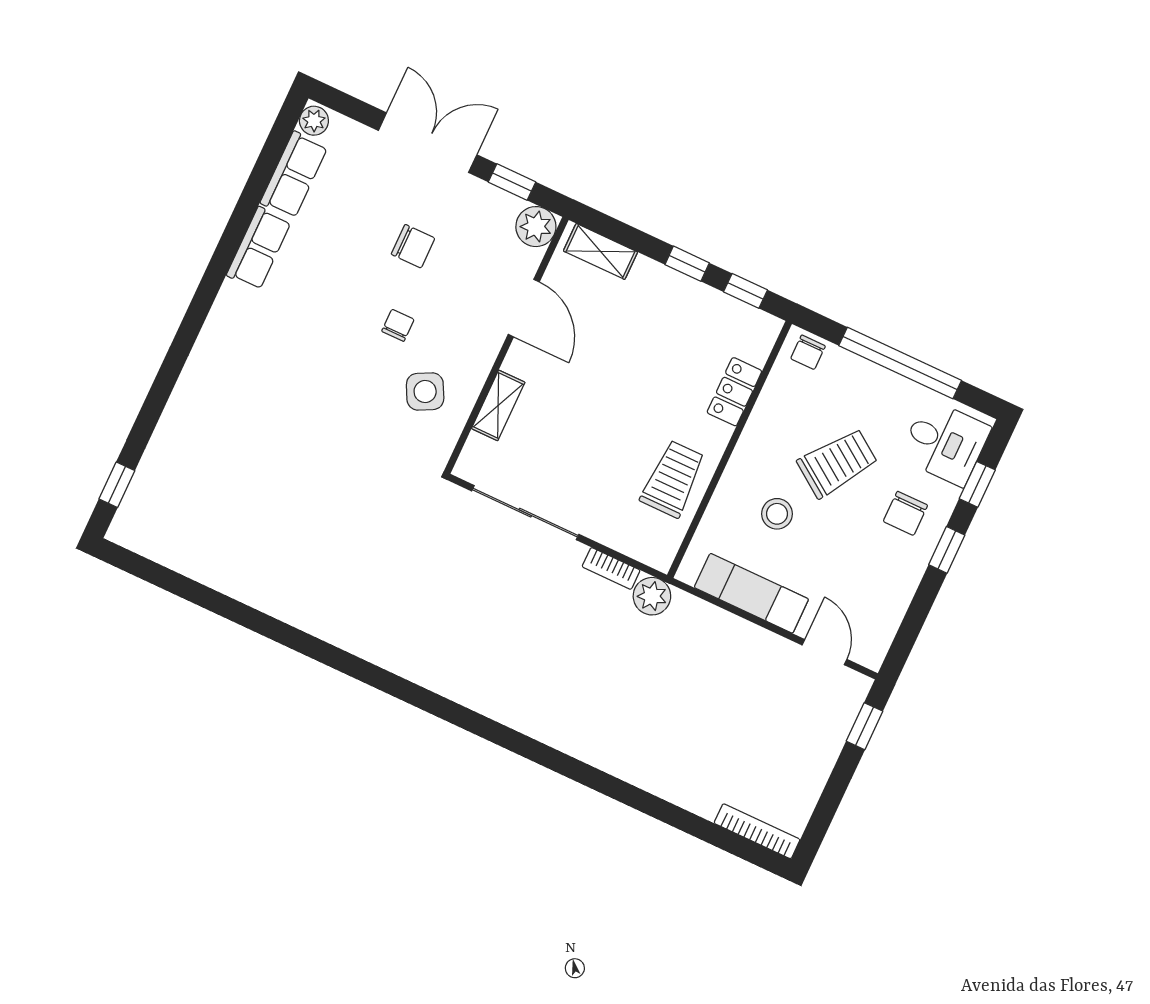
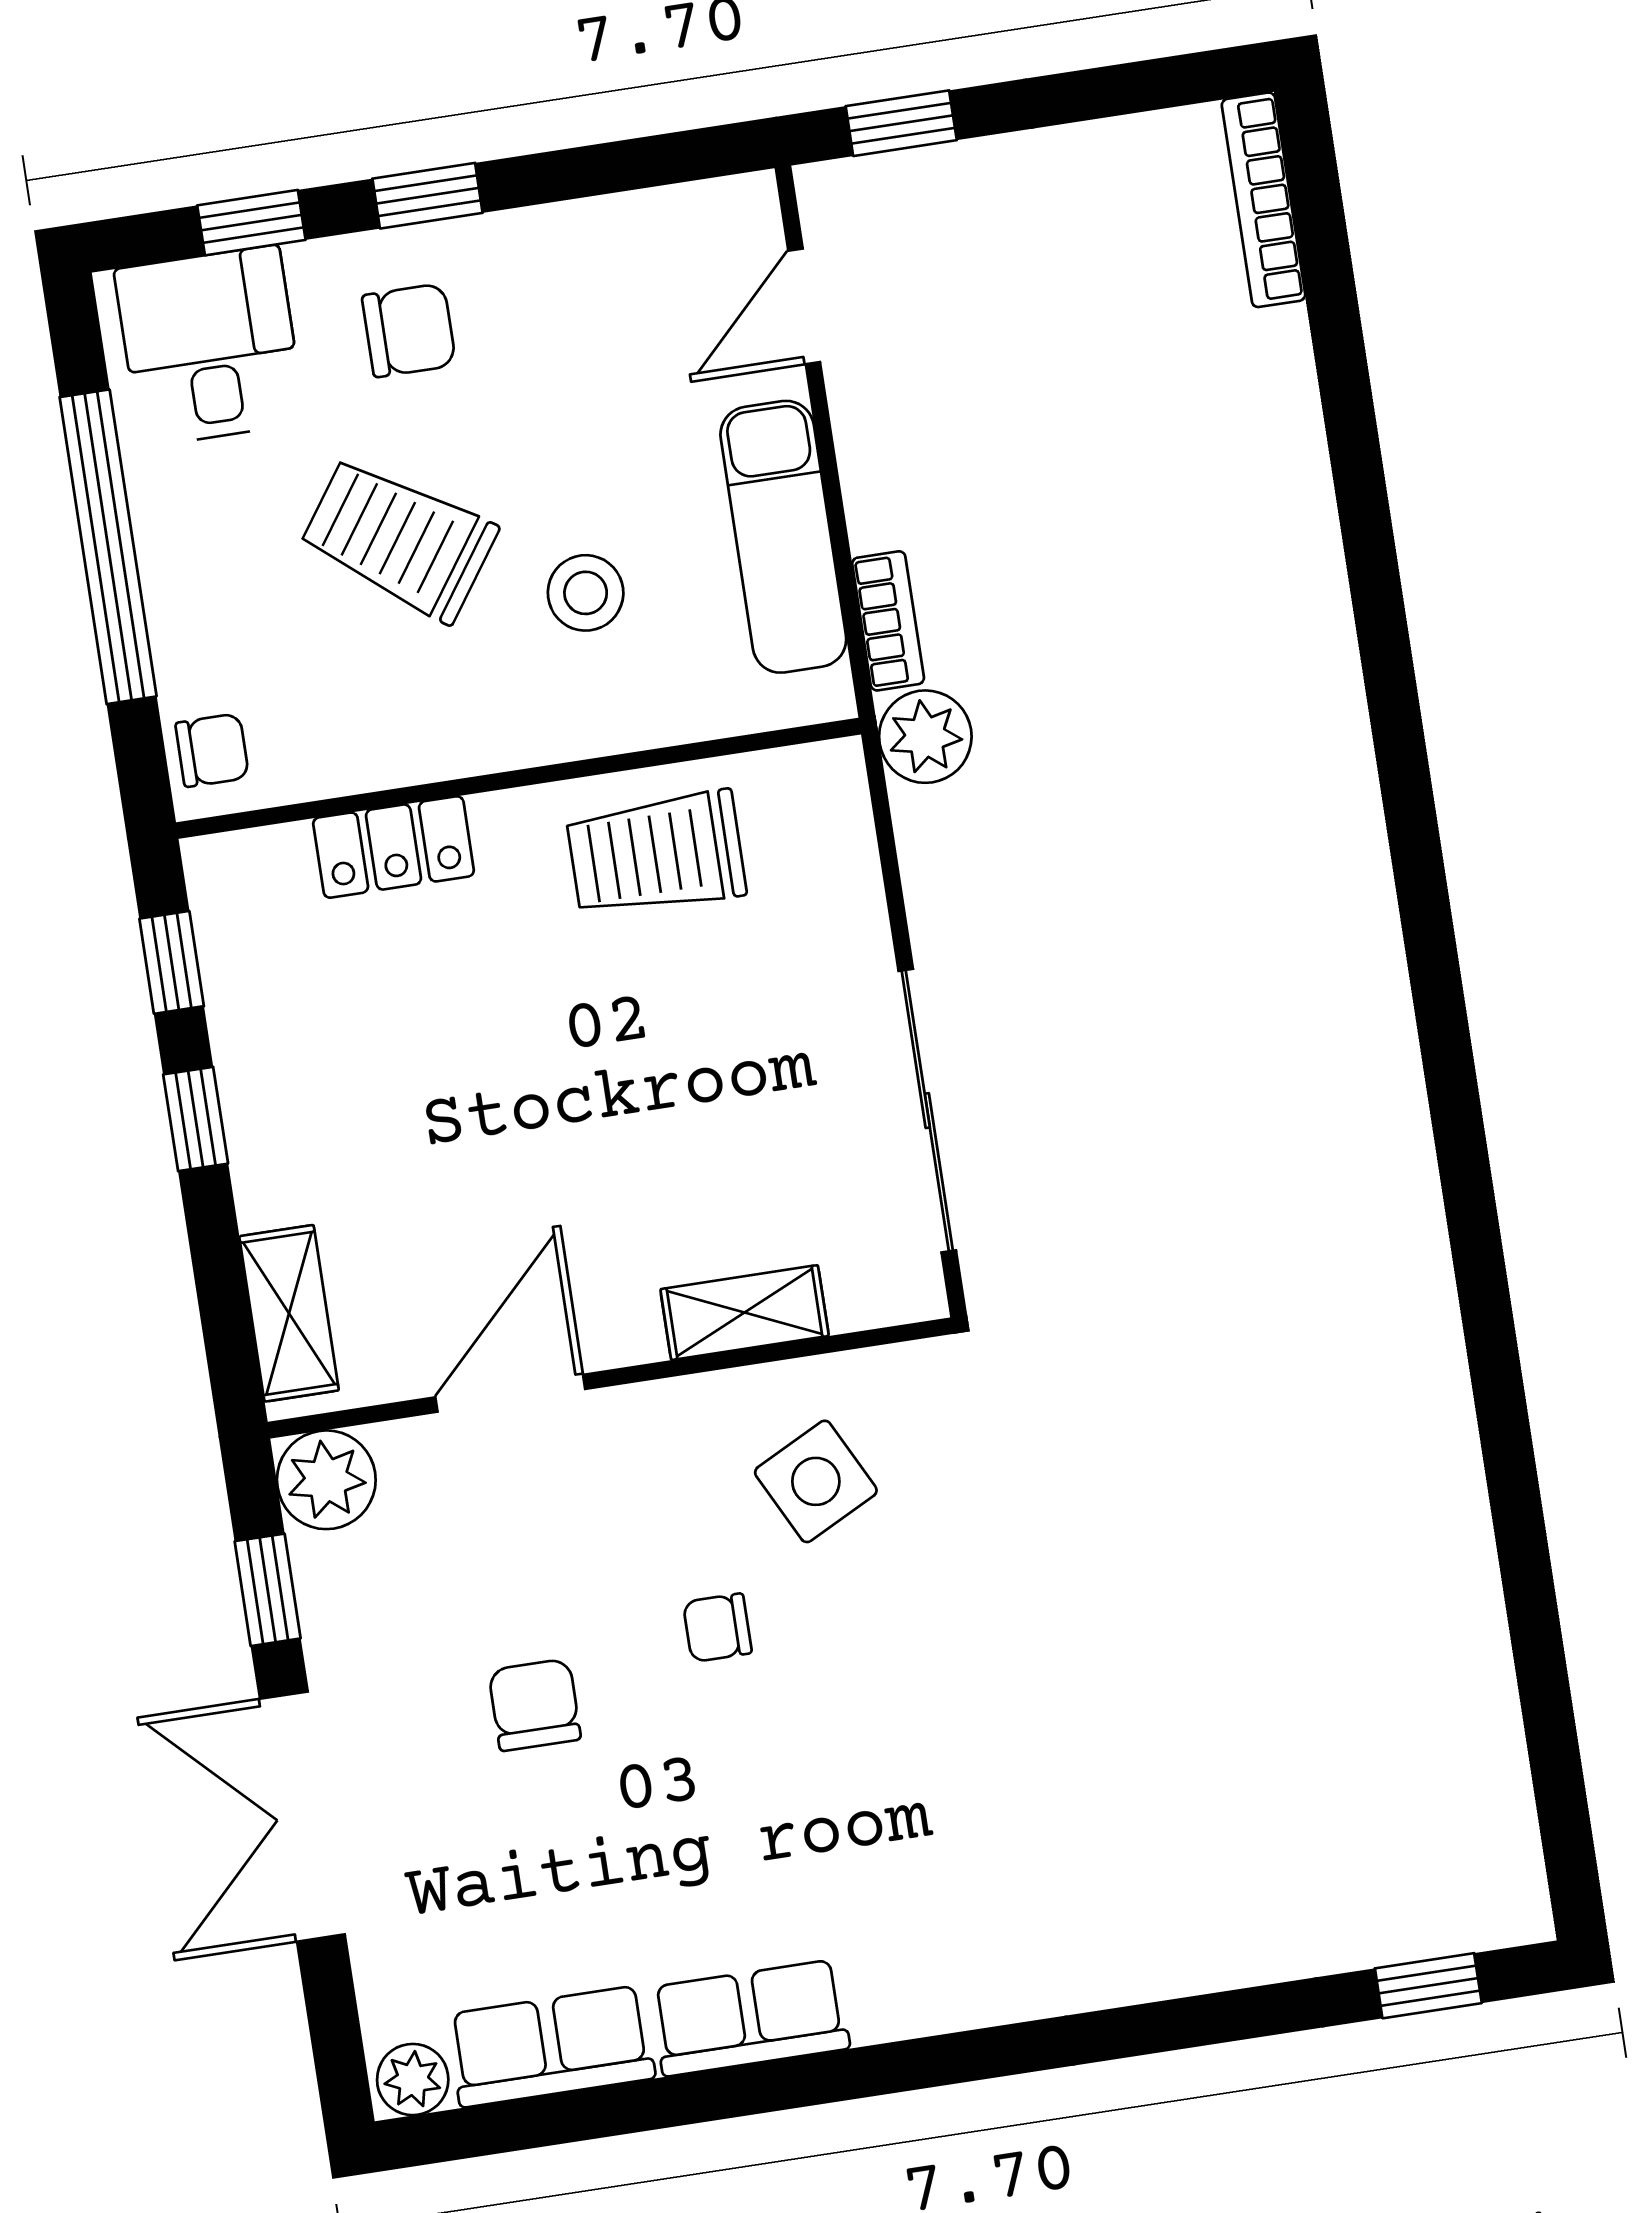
bookcase: (611, 568) -> (888, 621), moved

